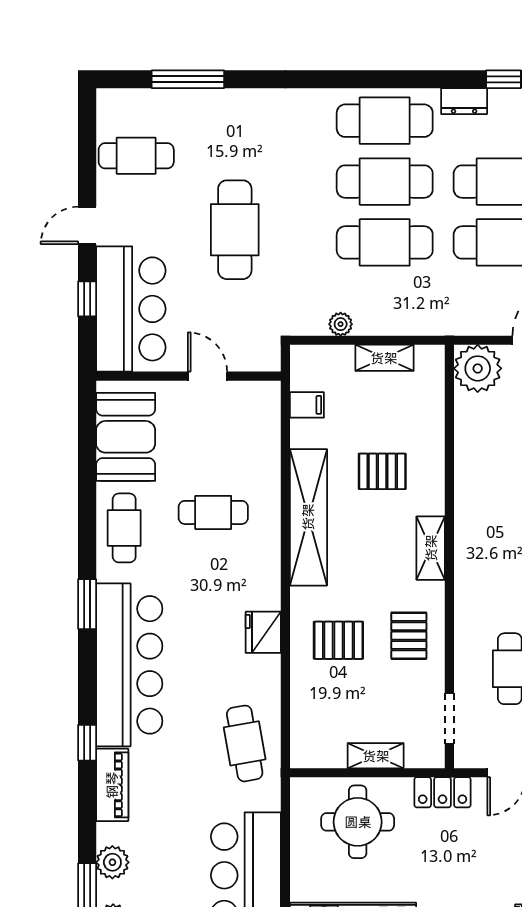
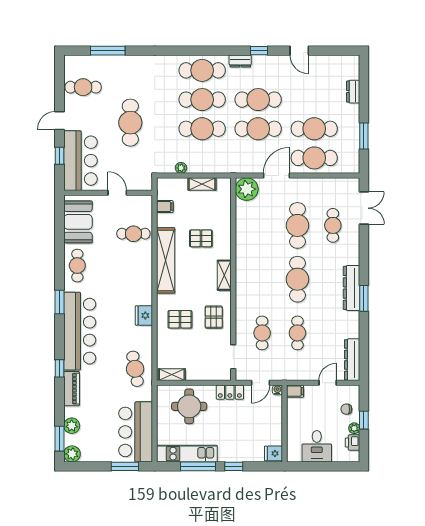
cafe table: (213, 512) -> (133, 234), moved
shelving: (376, 756) -> (172, 375), moved

